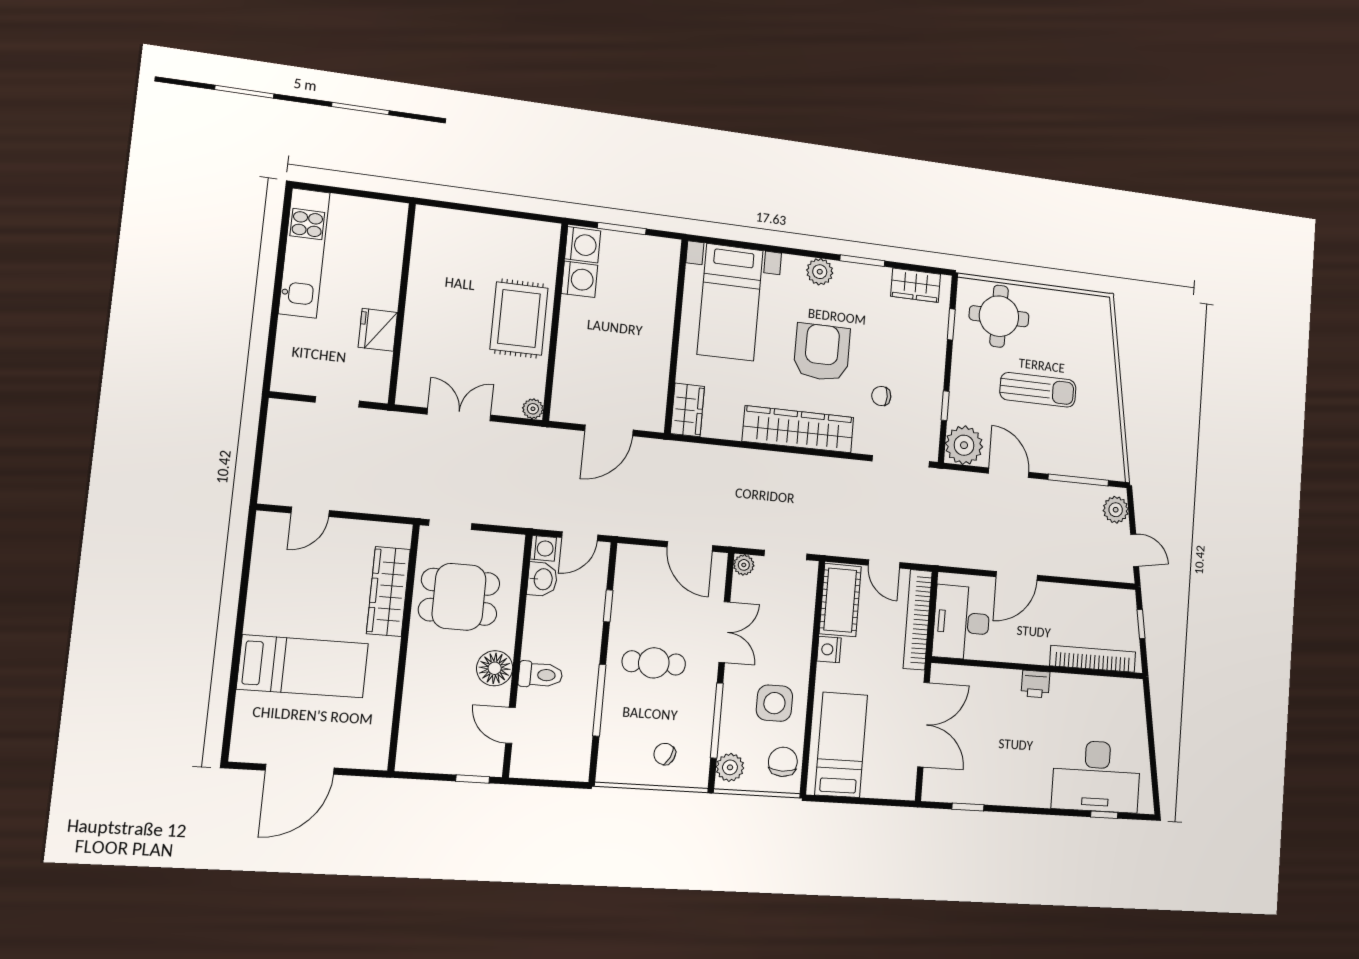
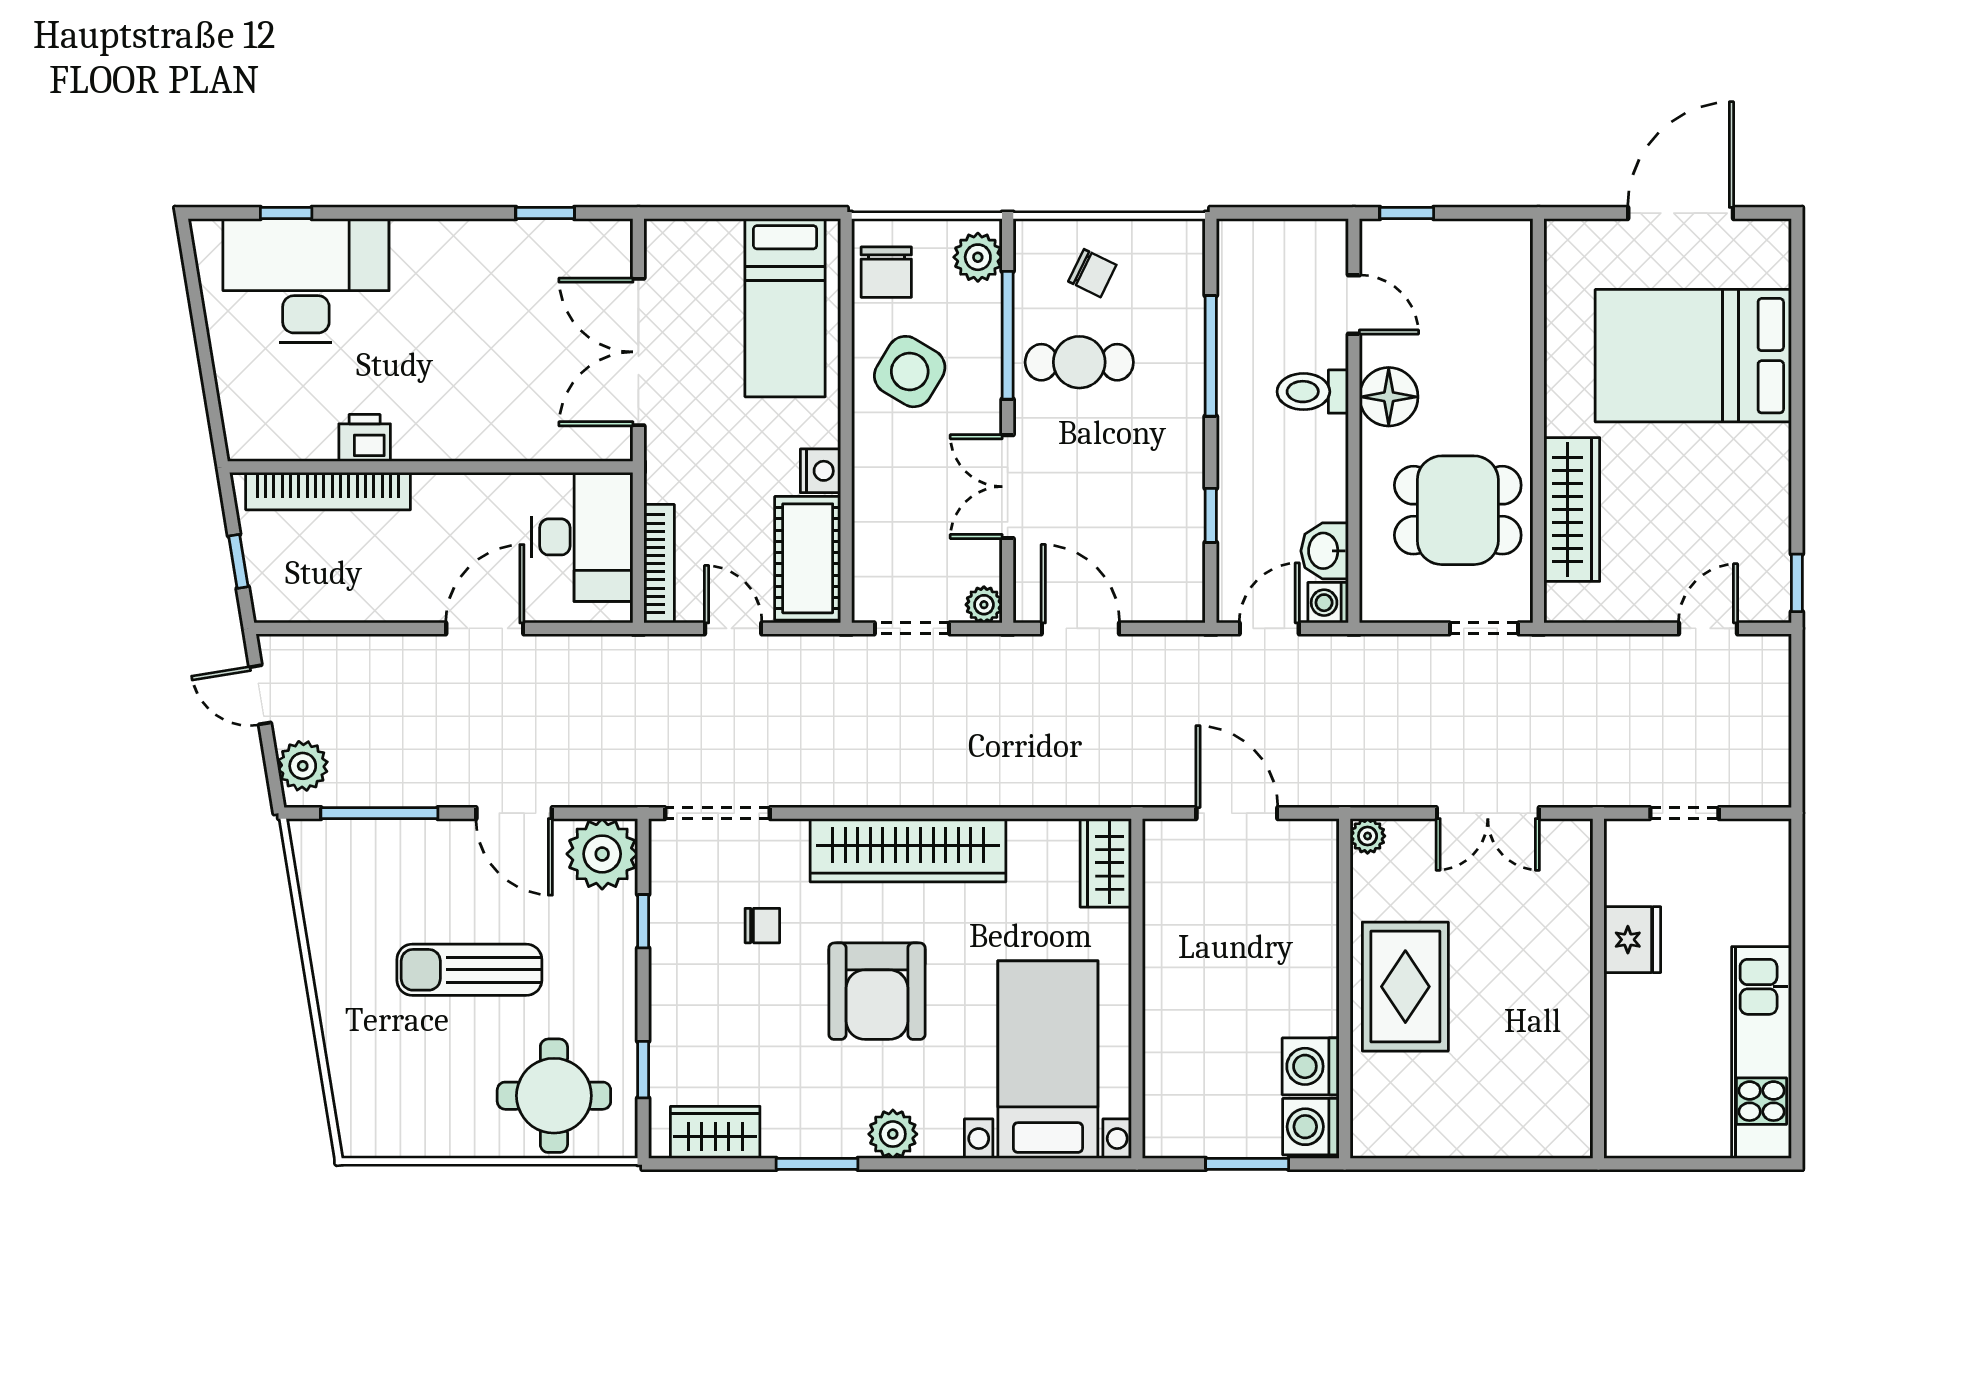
door: (609, 430) -> (1237, 813), hinge flipped
window: (250, 535) -> (1797, 583), added
bookcase: (918, 620) -> (659, 564), width x0.68, depth x0.76
cafe table: (654, 663) -> (1079, 362), moved
bed: (303, 666) -> (1693, 356), width x1.50
printer: (1035, 684) -> (365, 438), moved
side table: (774, 703) -> (910, 372), turned 31

